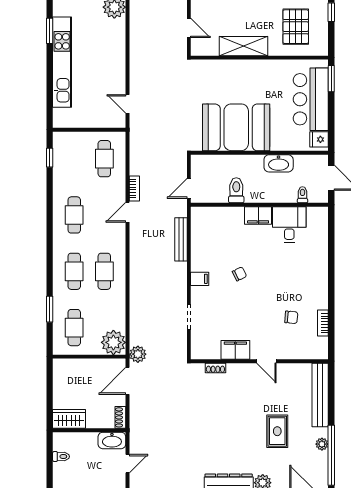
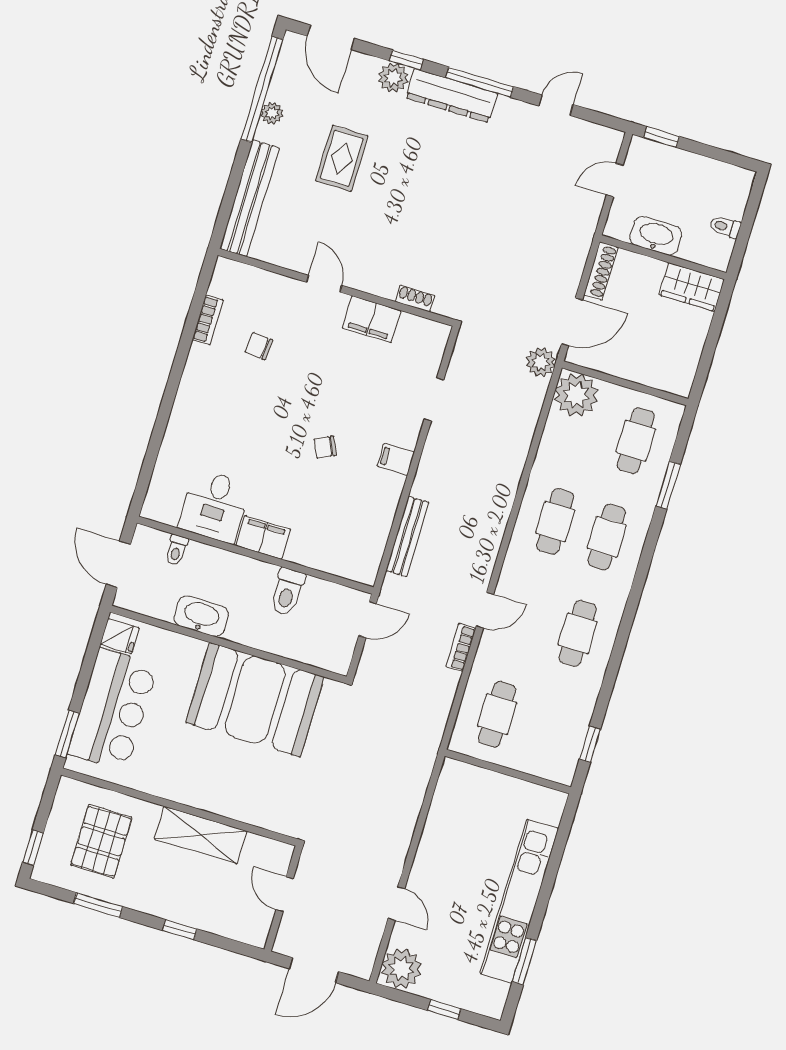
door: (128, 104) -> (396, 903), moved
shoe rack: (120, 417) -> (601, 271), width x1.43
washbasin: (112, 440) -> (656, 236), moved

